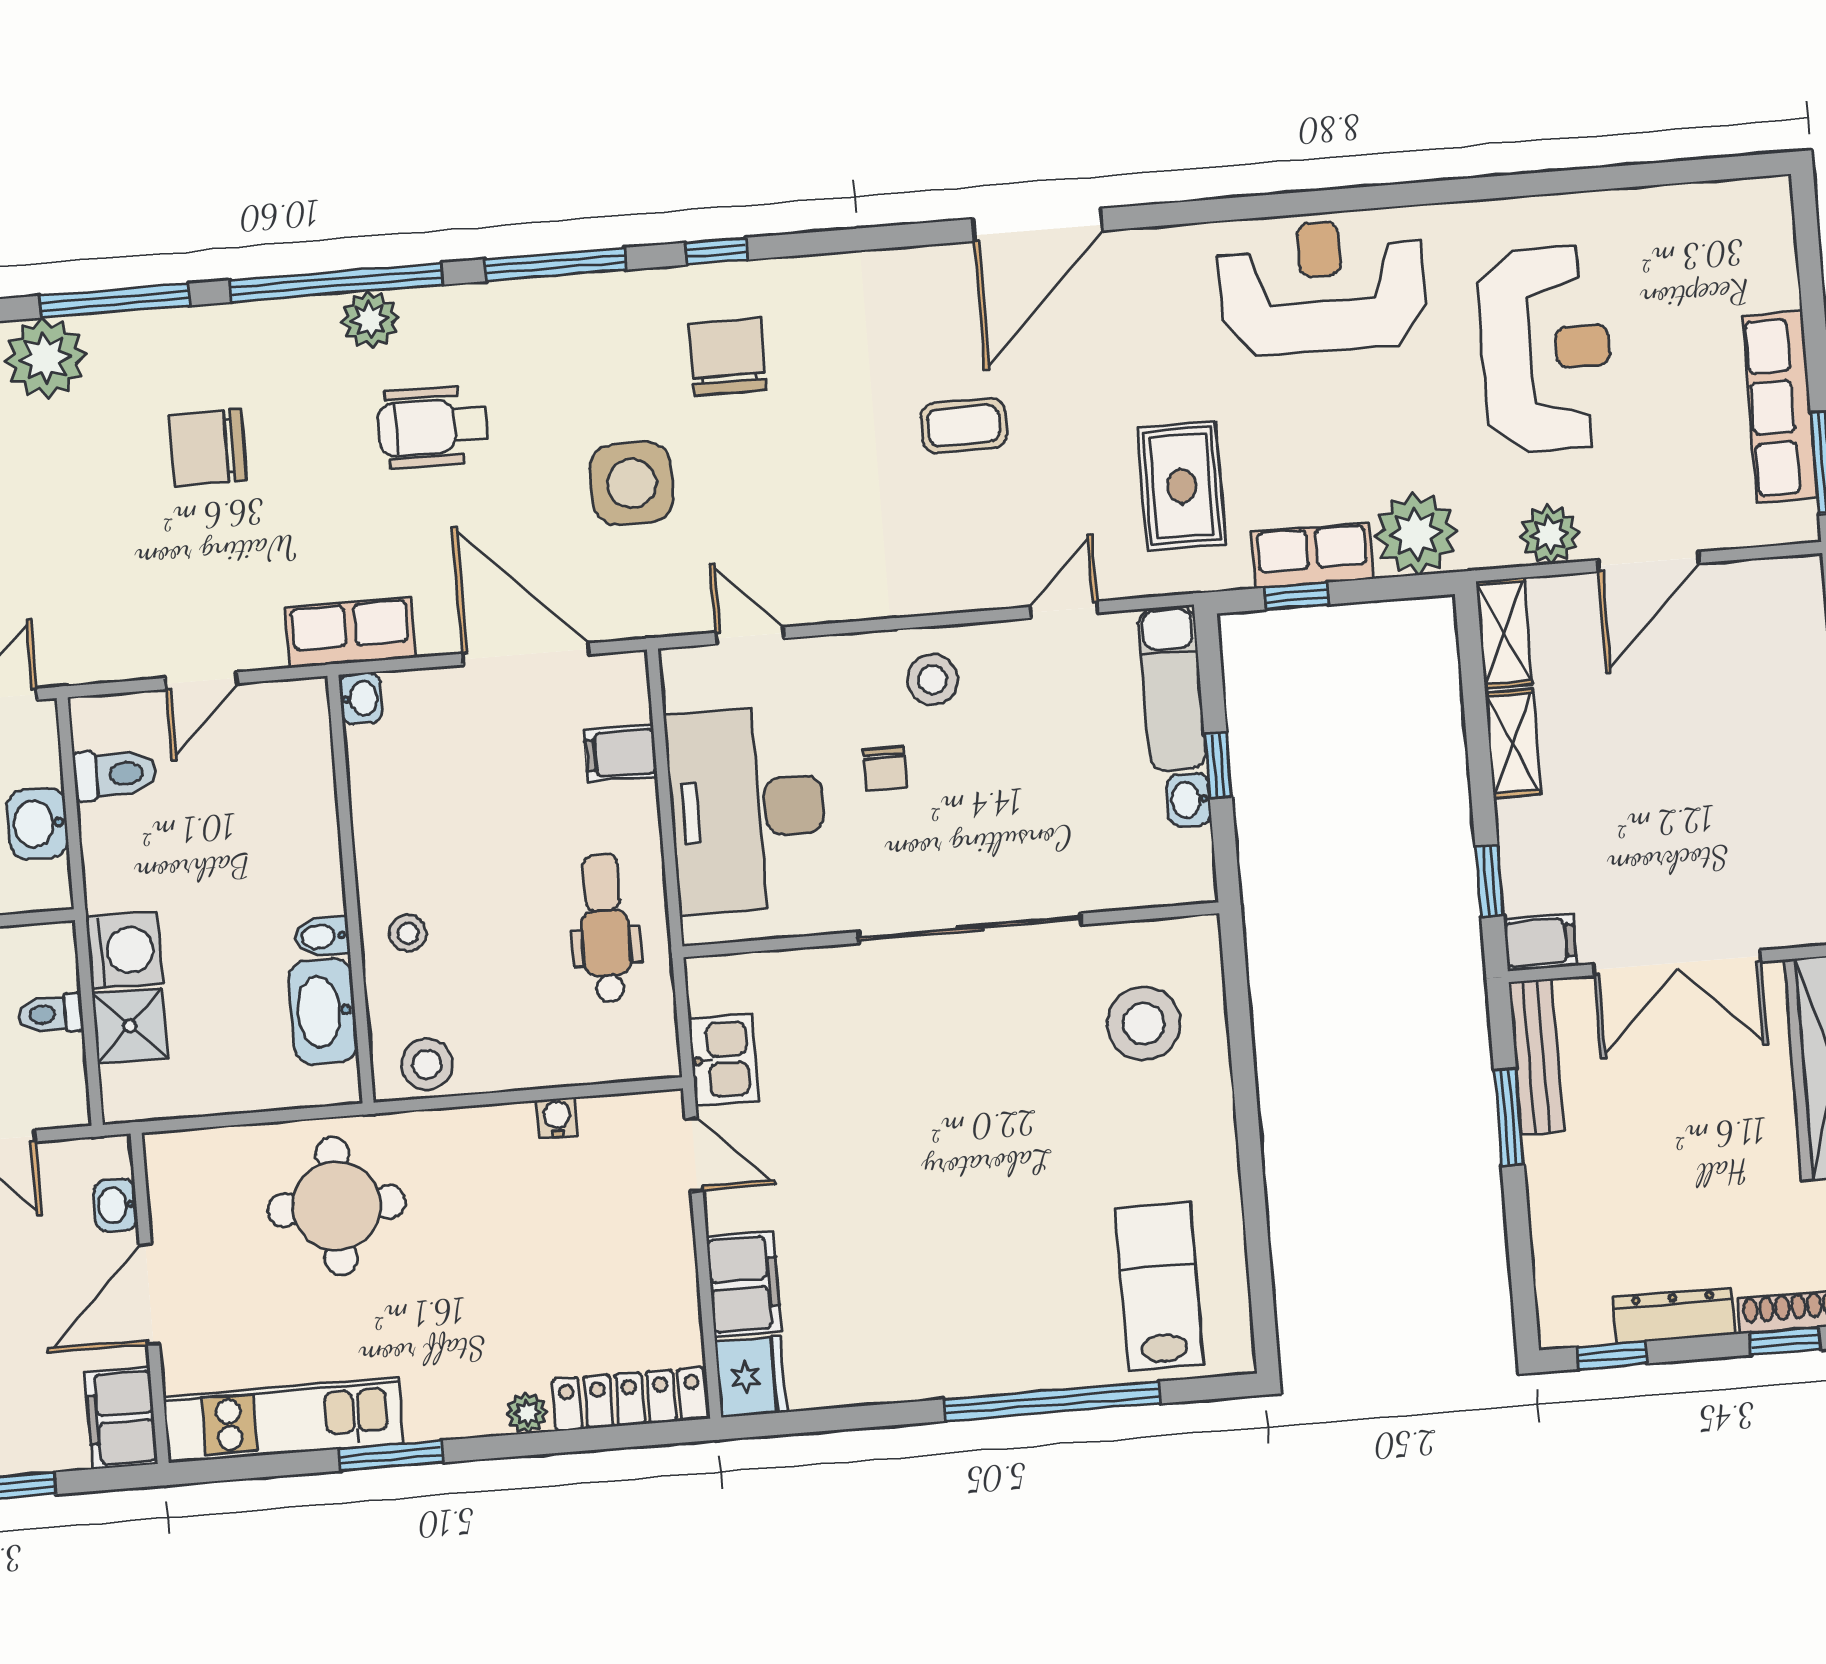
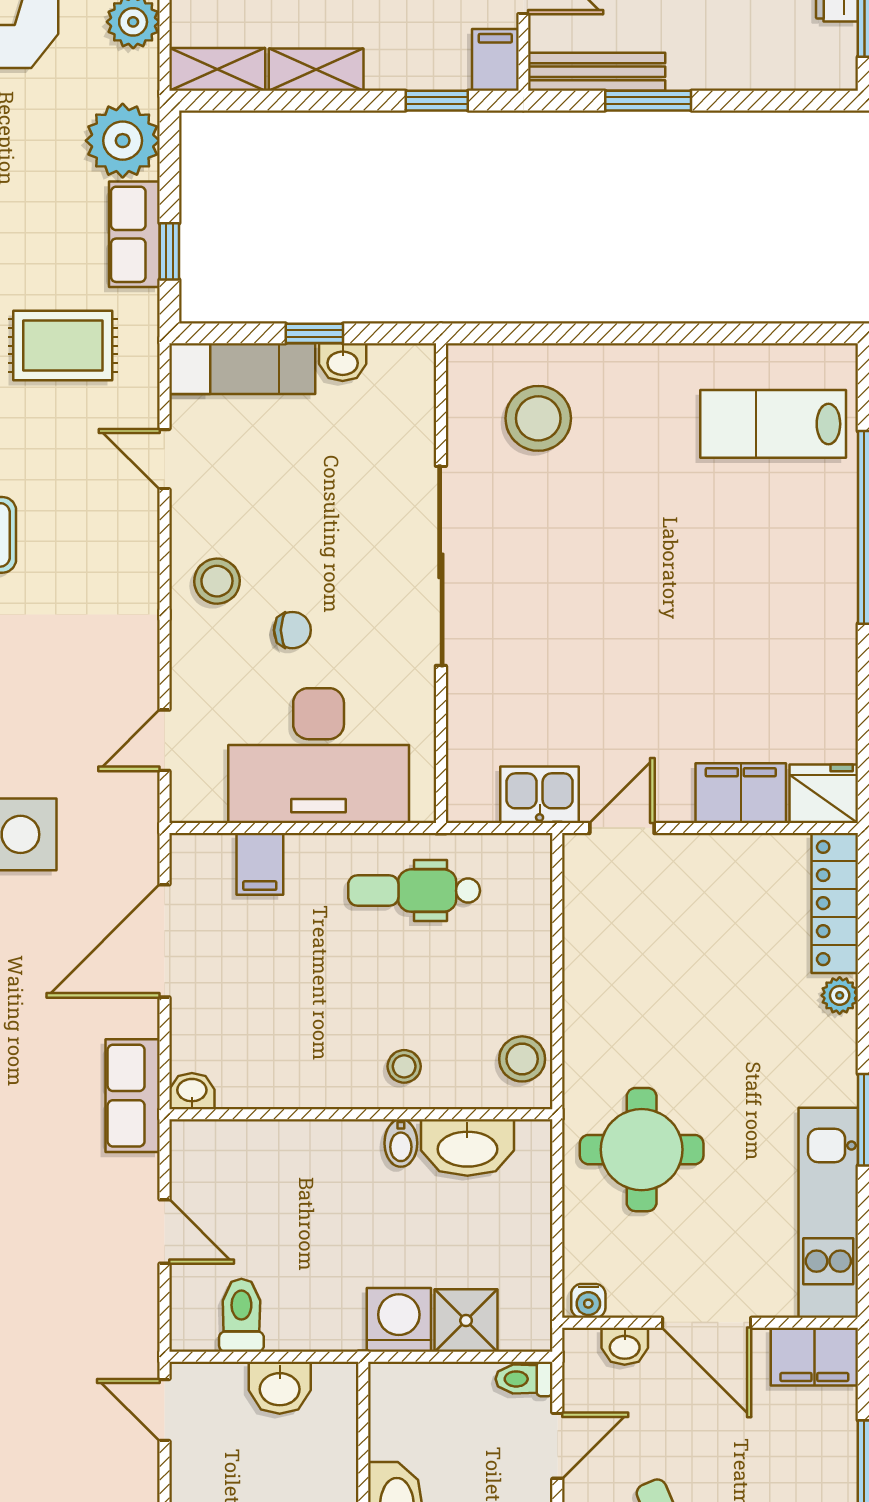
toilet: (51, 1014) -> (524, 1379), moved, turned 90
water cooler: (557, 1118) -> (588, 1301), moved, turned -90

